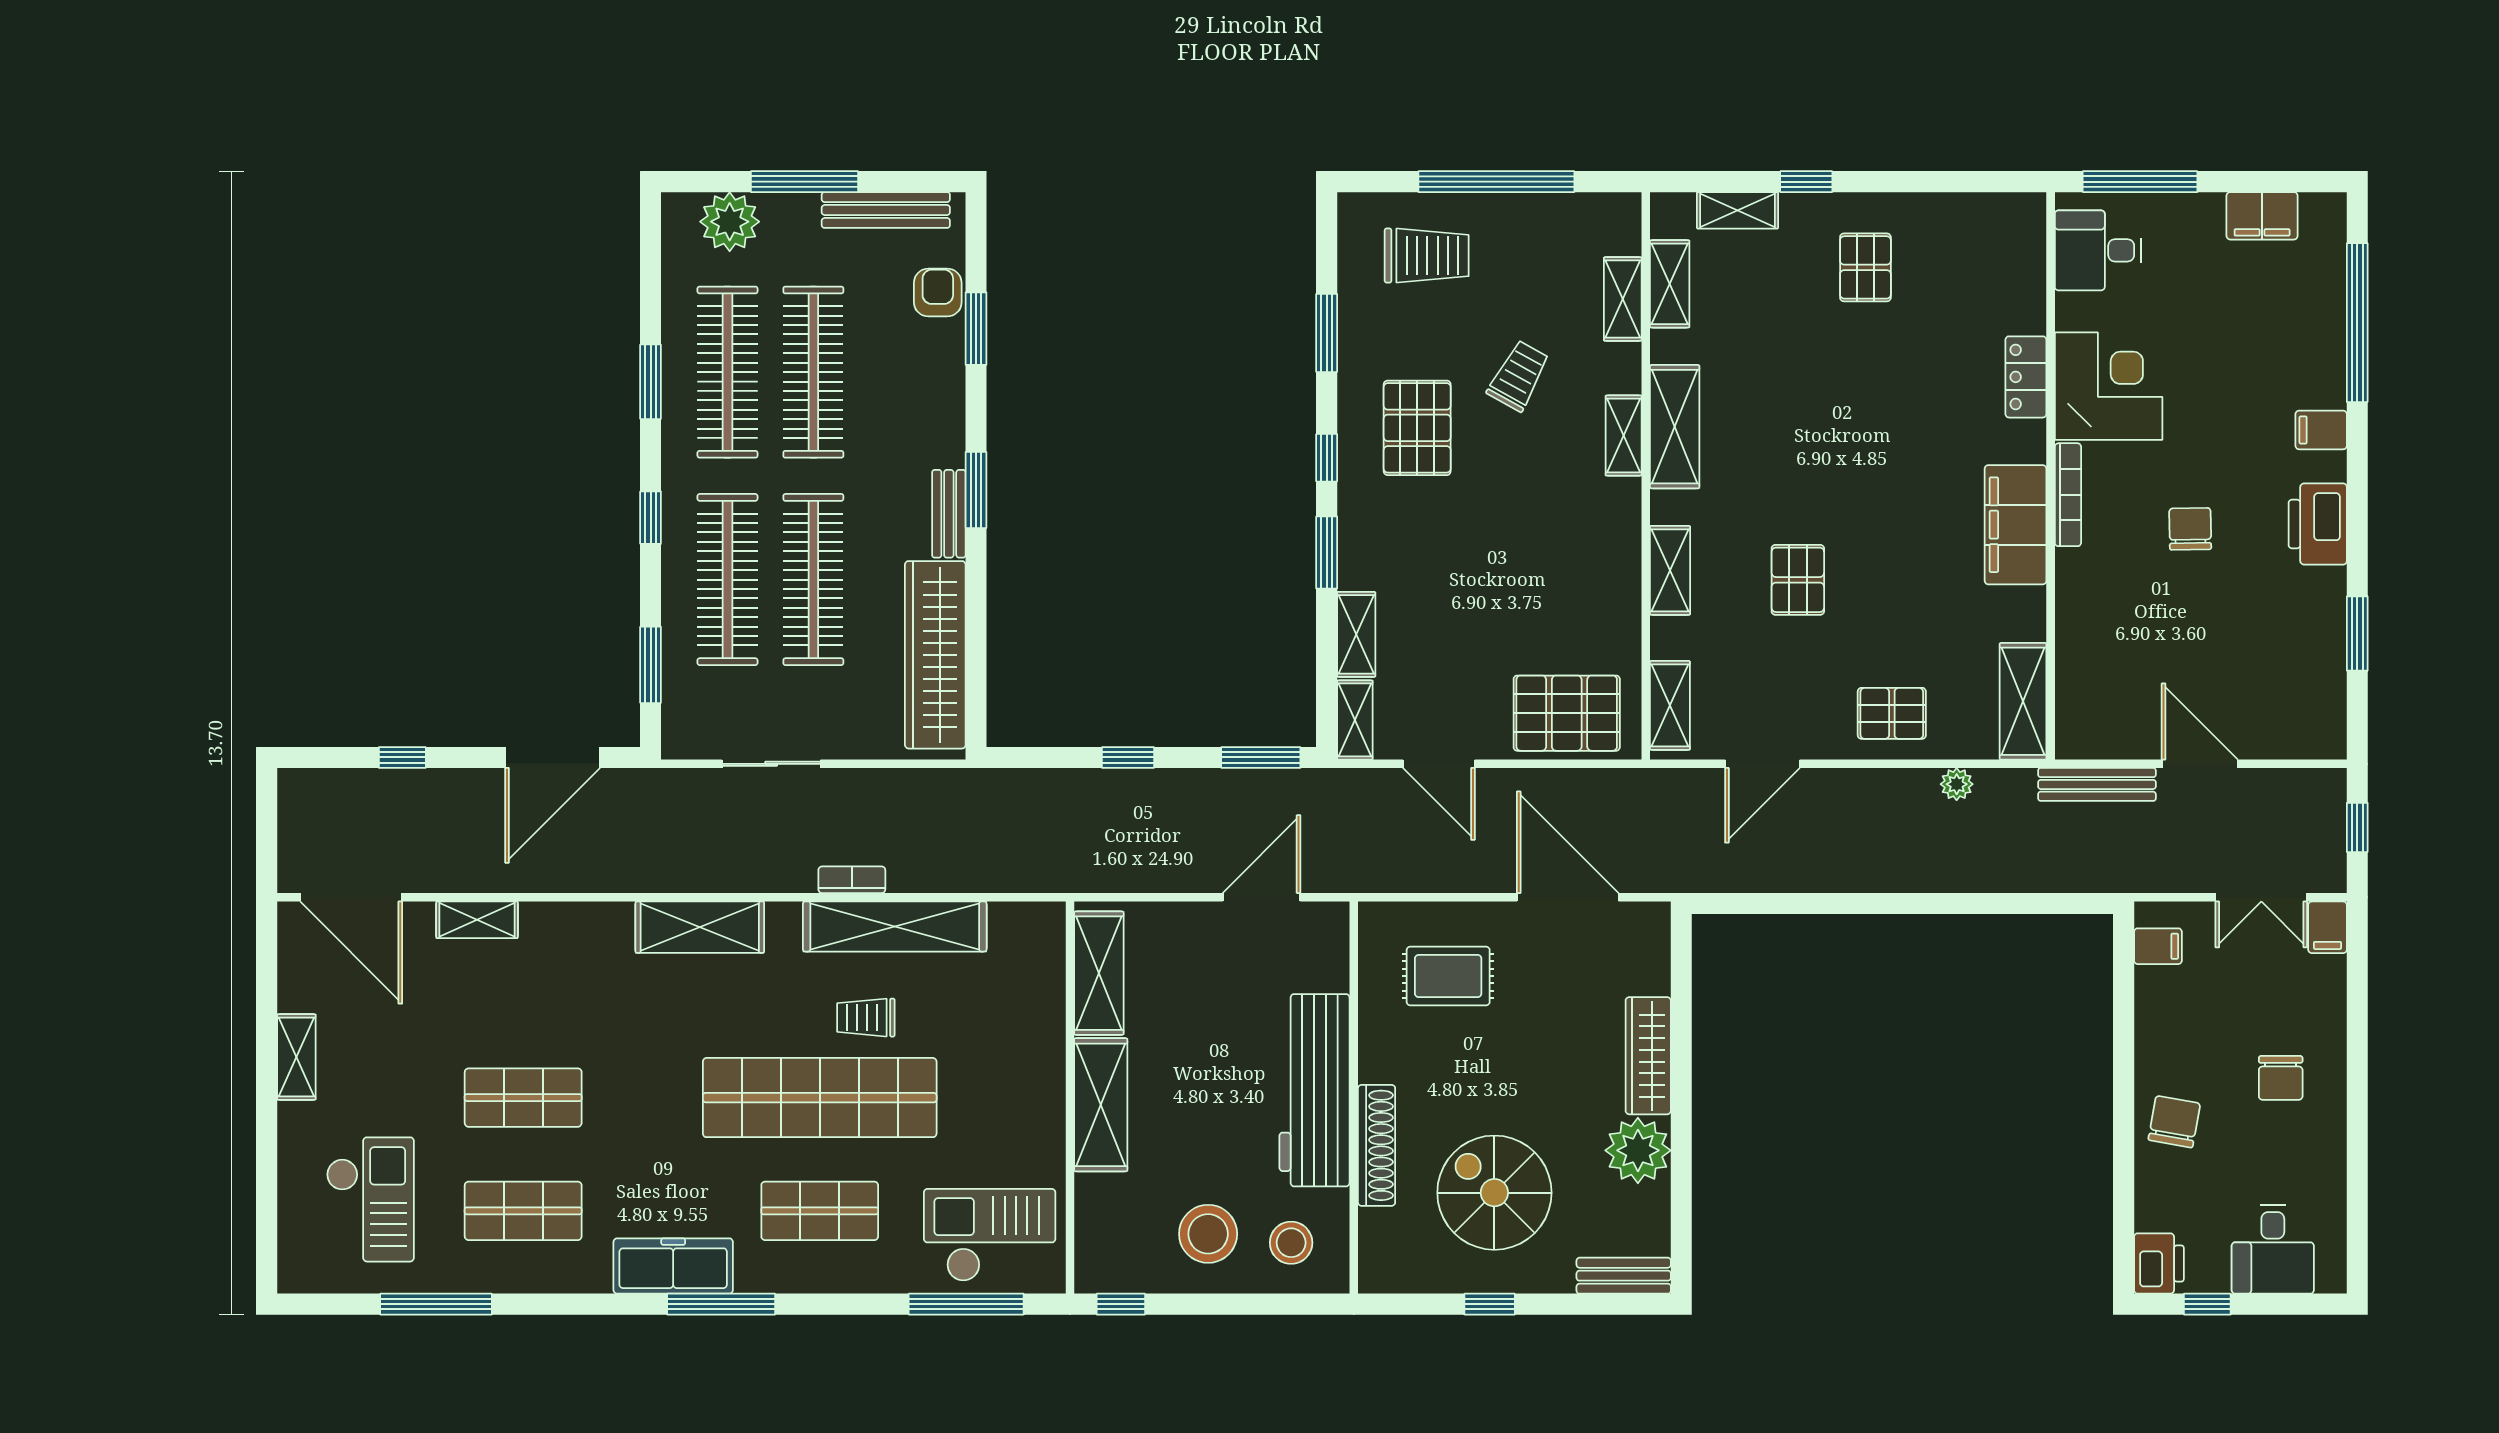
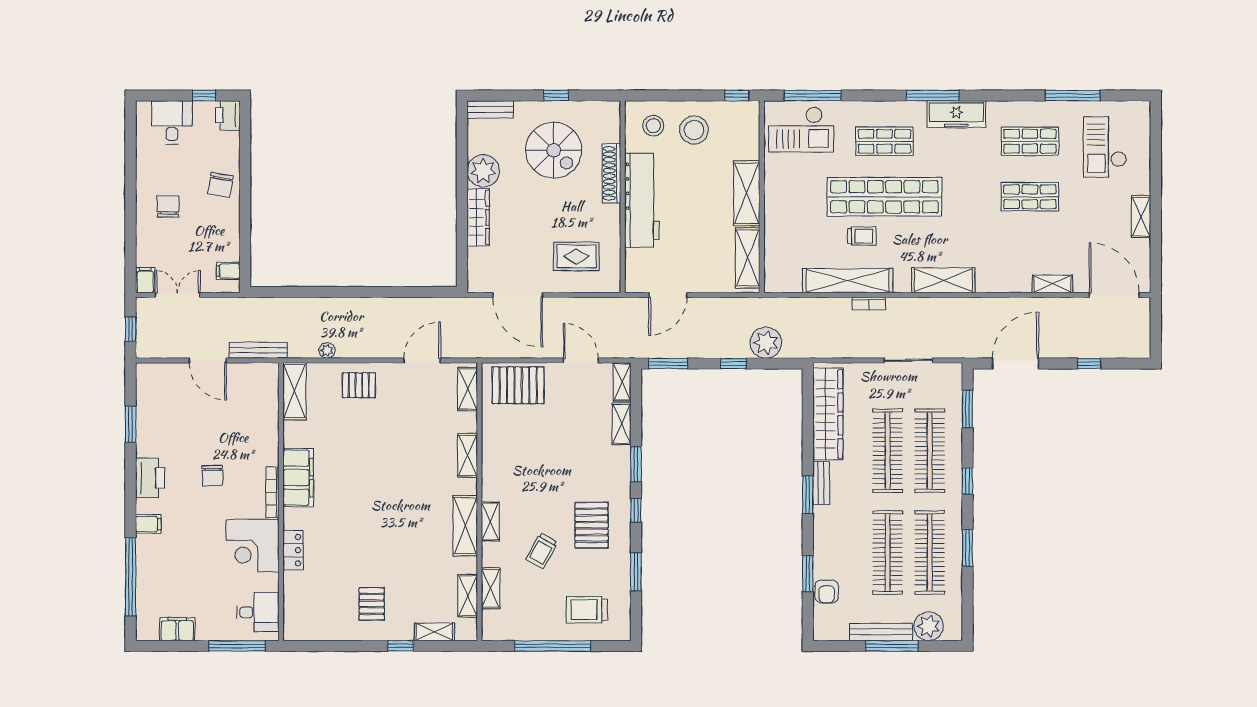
bench: (886, 210) -> (881, 632), moved
pallet: (1798, 580) -> (405, 451), removed
plant: (1062, 800) -> (766, 343), added

